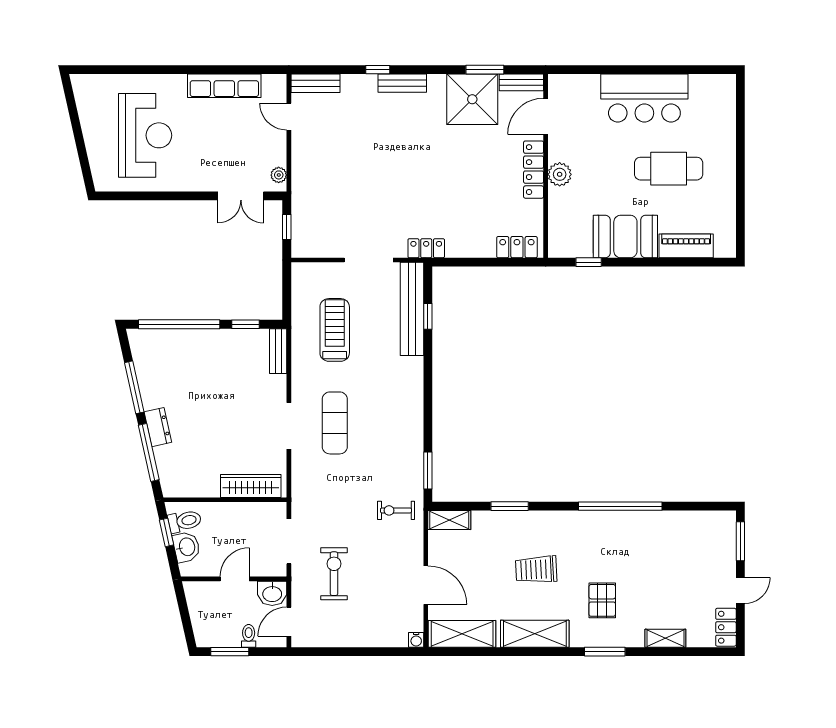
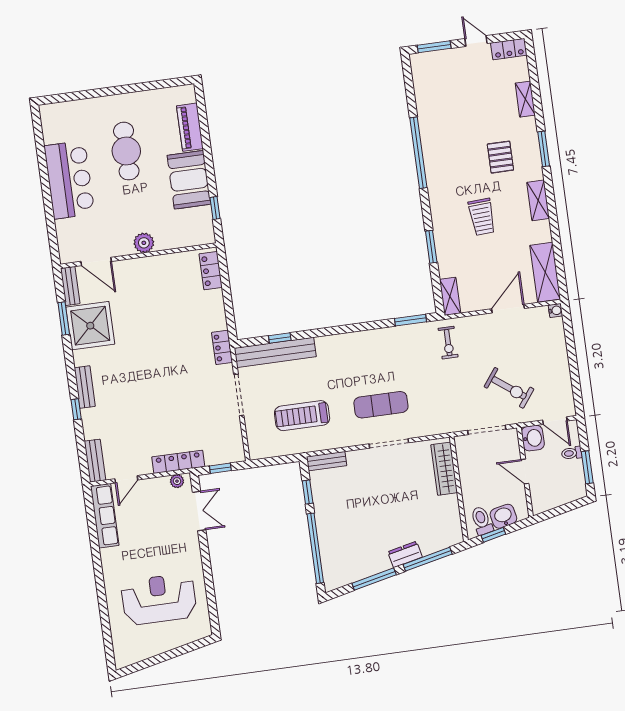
row of seats: (224, 86) -> (105, 516), moved
locker: (534, 170) -> (178, 462), moved, turned 180
exercise bike: (334, 574) -> (509, 388), turned -143
pallet: (602, 600) -> (500, 157), turned 90
shelving: (535, 634) -> (538, 200), width x0.67, depth x0.75

